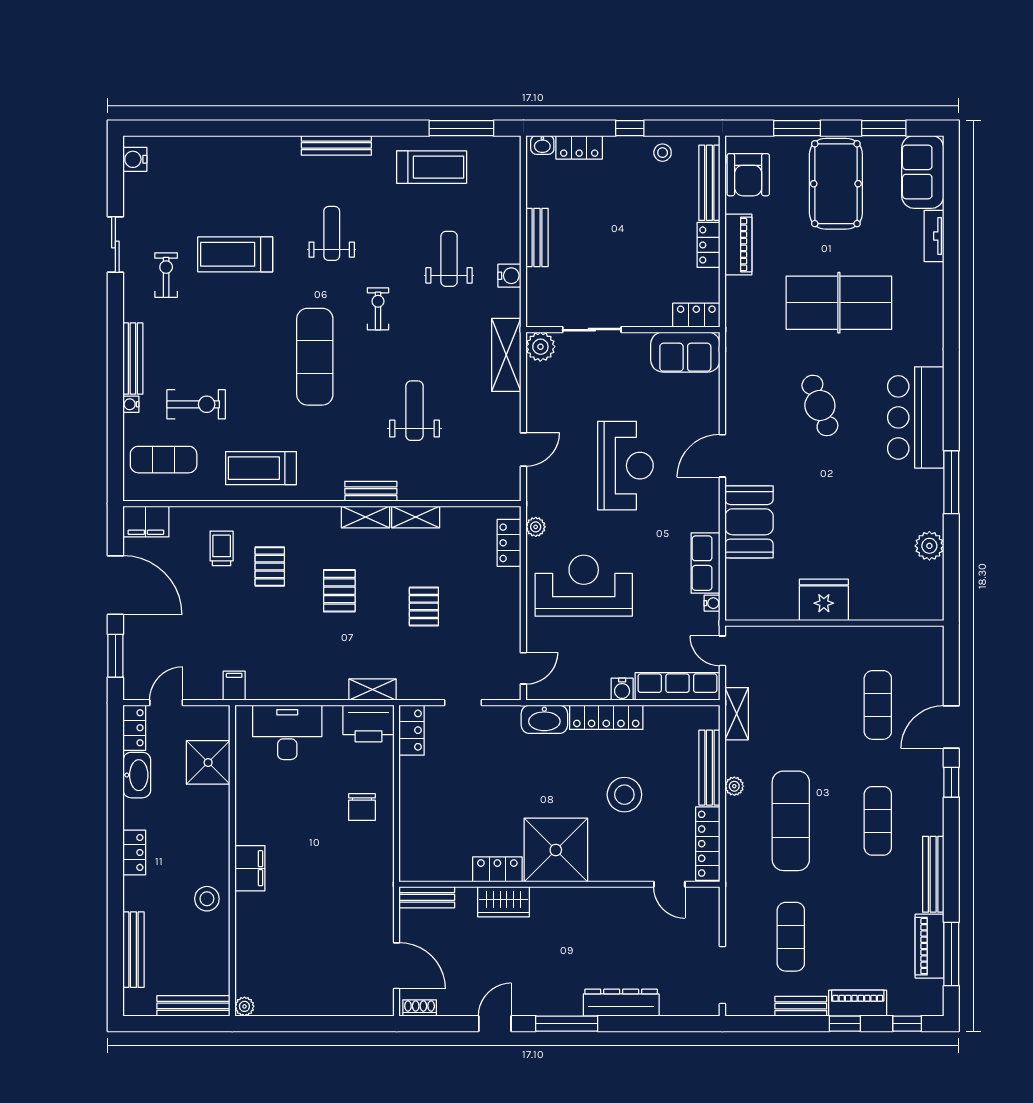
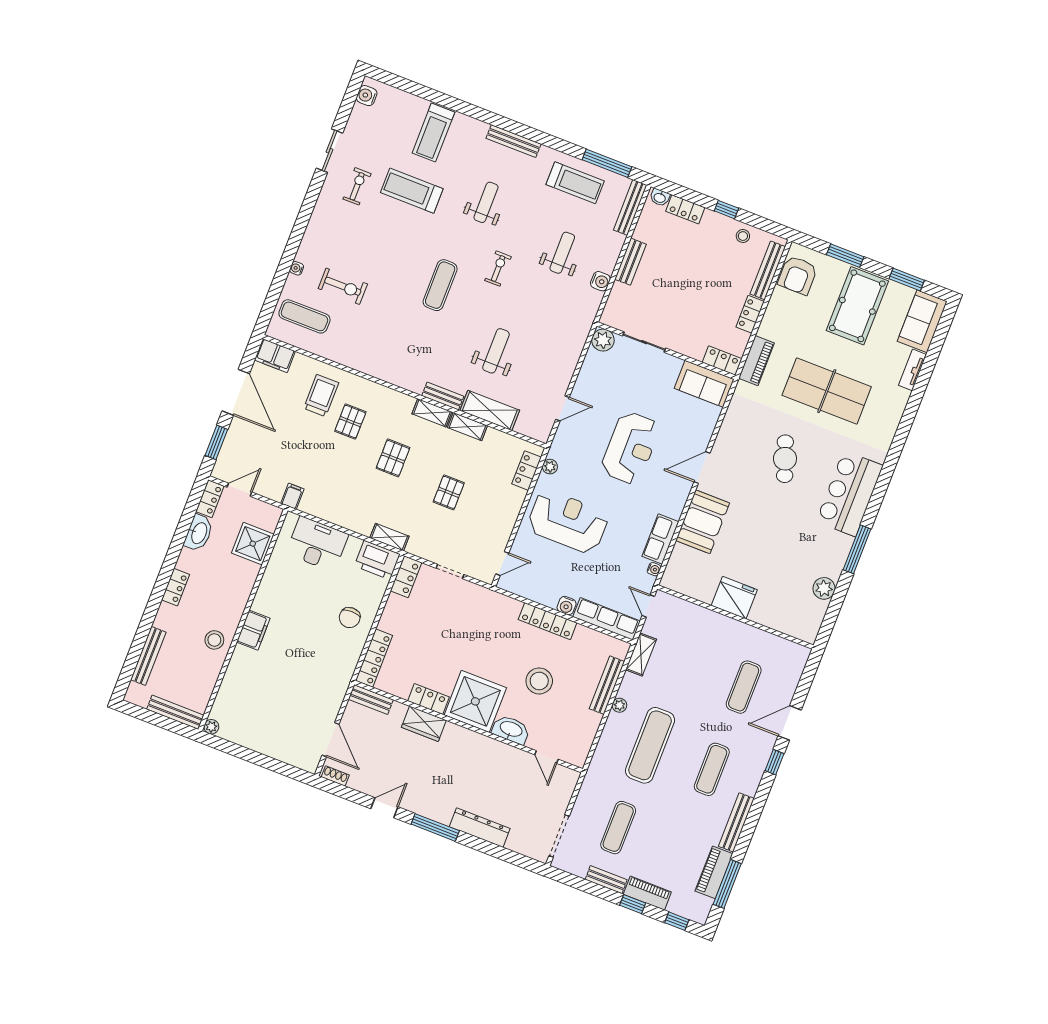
piano: (738, 245) -> (757, 361), moved
shelving: (506, 355) -> (490, 410), moved, turned 90
exercise mat: (315, 357) -> (440, 285), width x0.73, depth x0.69
bench: (133, 359) -> (630, 207), moved
treadmill: (261, 468) -> (433, 133), moved, turned -90
trolley: (222, 548) -> (321, 395), width x1.36, depth x1.39
washbasin: (544, 719) -> (511, 730), moved, turned 180
locker: (708, 844) -> (374, 658), moved, turned 180

